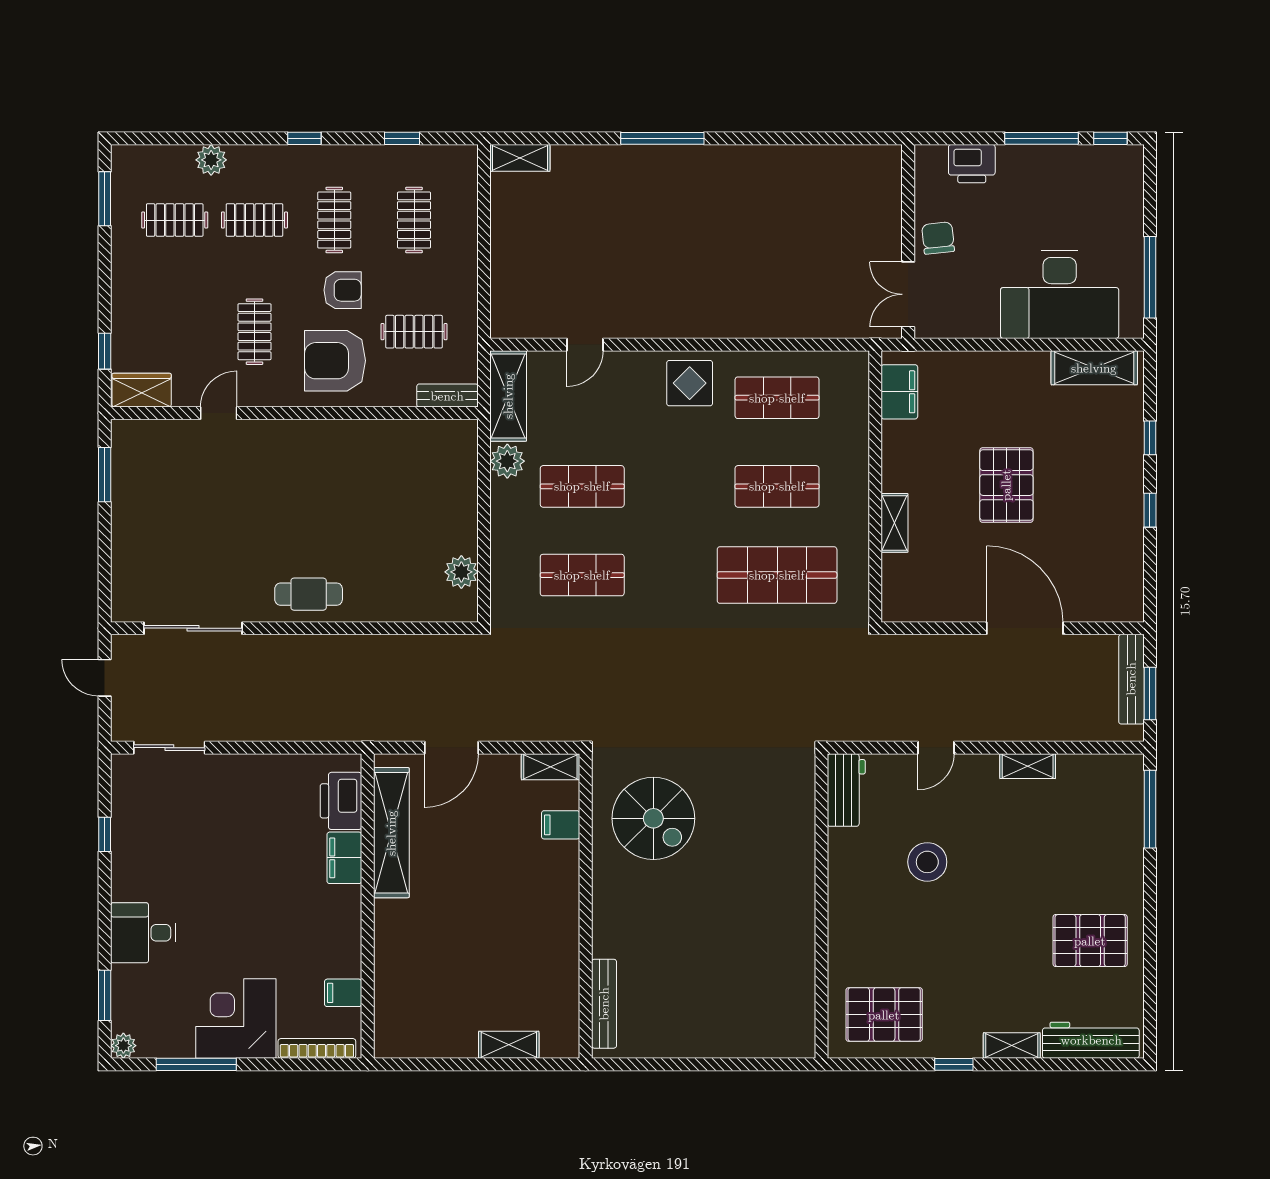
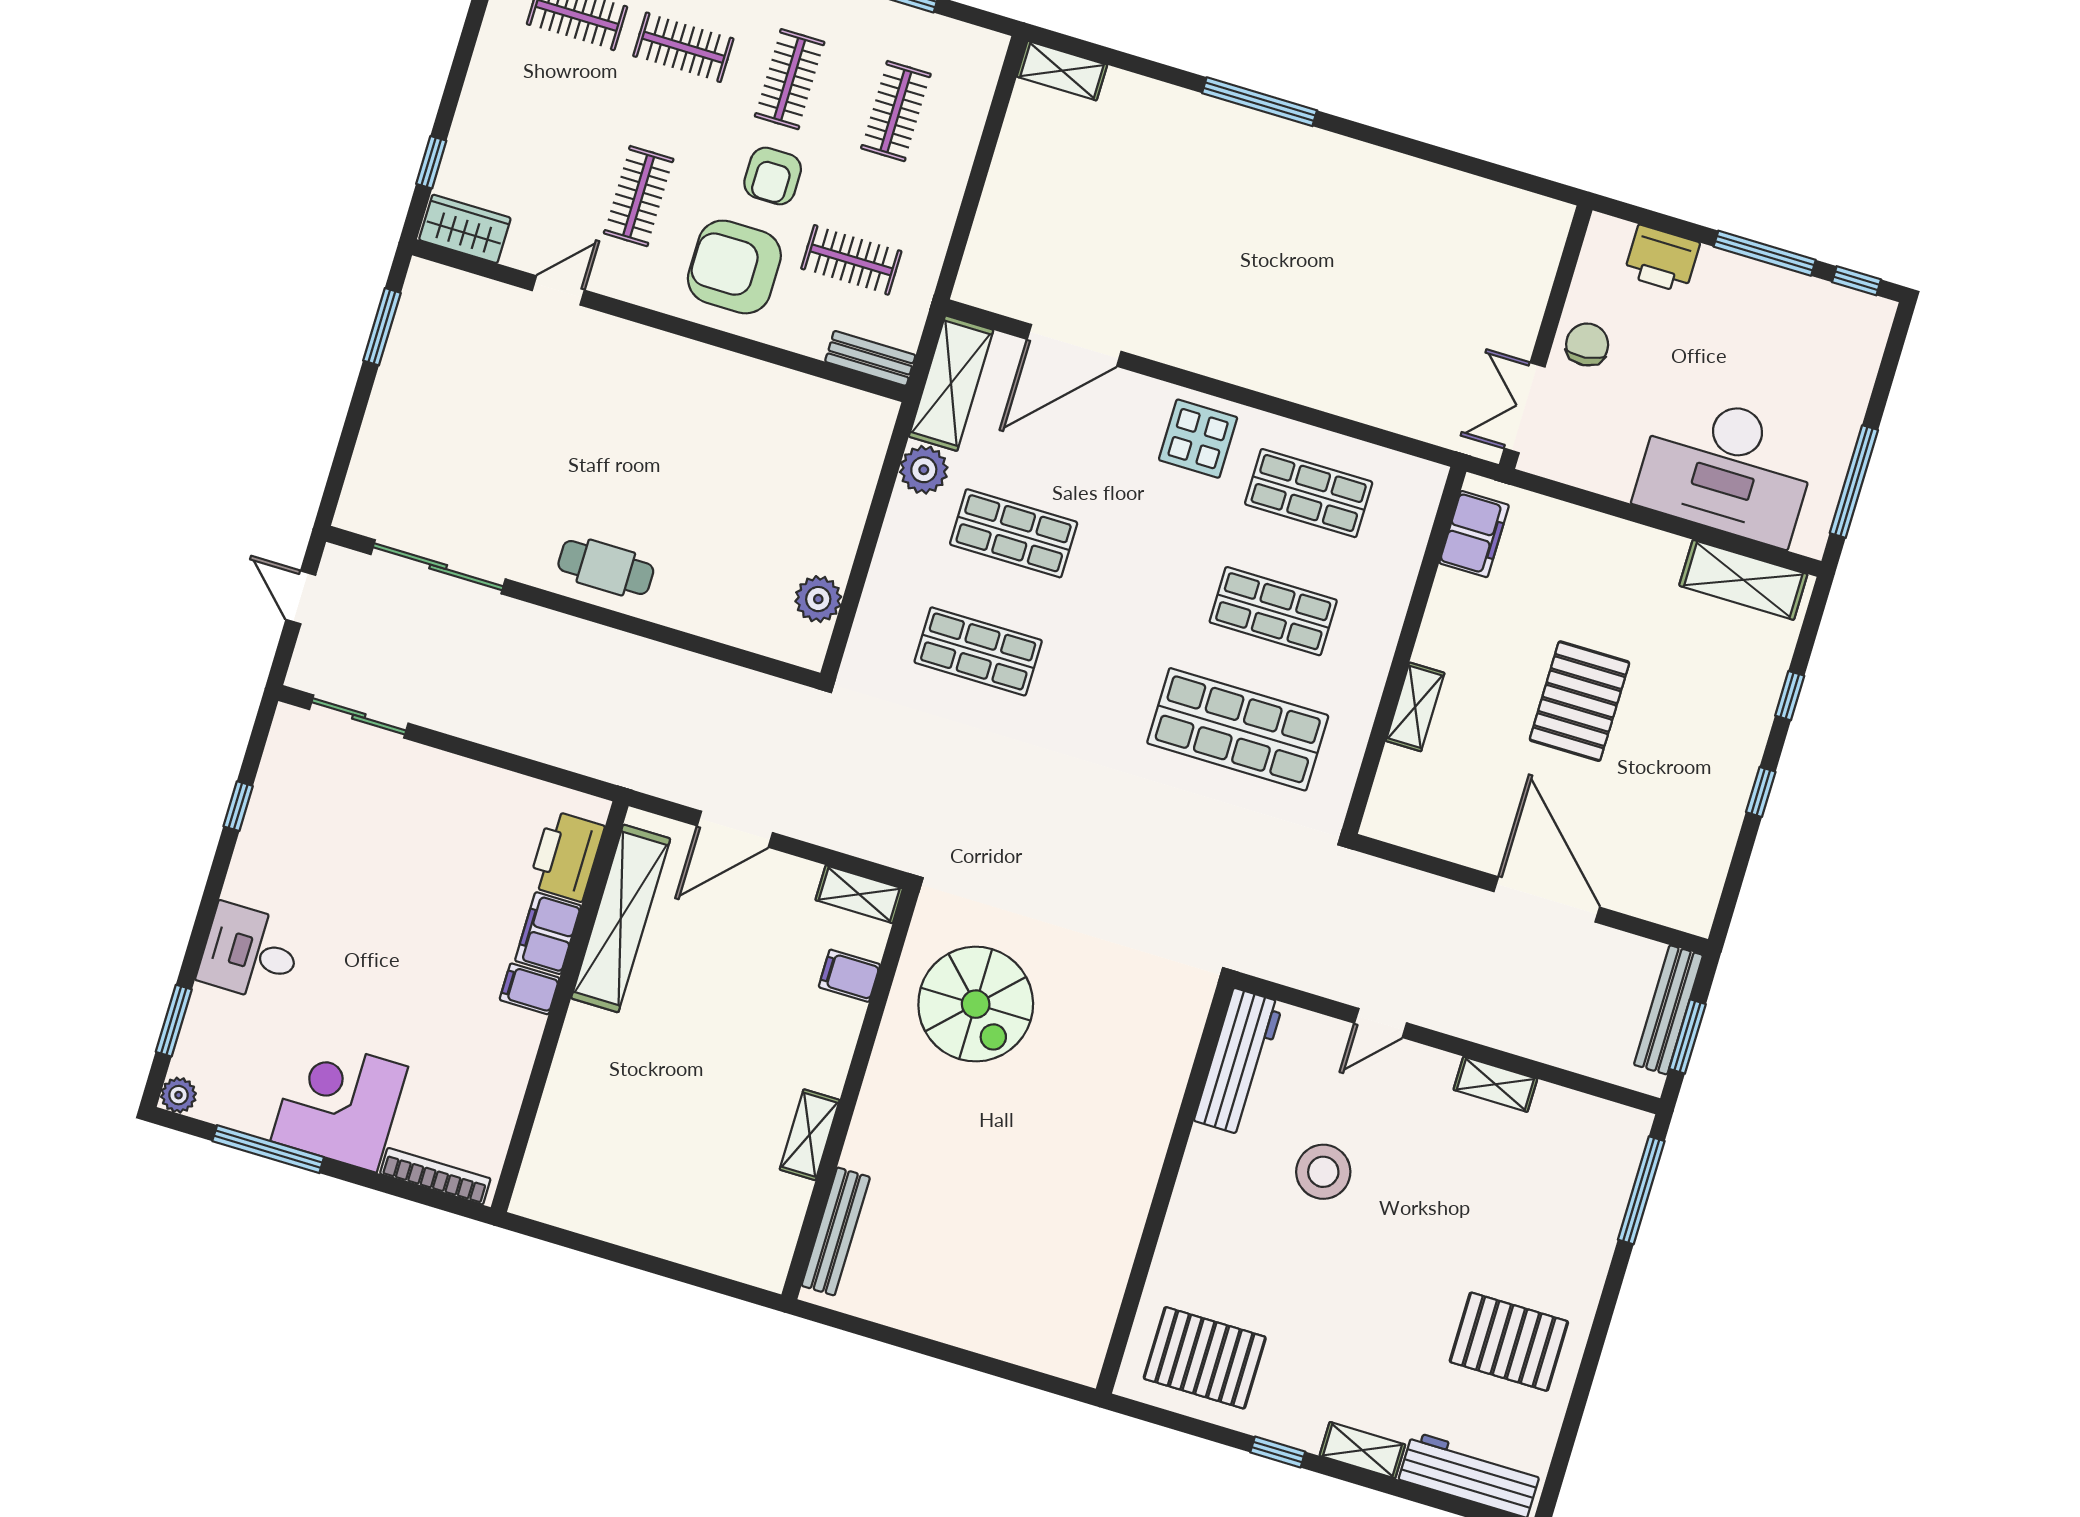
armchair: (343, 290) -> (773, 176), turned 90
door: (585, 345) -> (1074, 345), width x1.88
workbench: (846, 790) -> (1239, 1062), width x1.38
filing cabinet: (343, 993) -> (530, 989), moved
shelving: (509, 1045) -> (810, 1135), moved, turned 90

